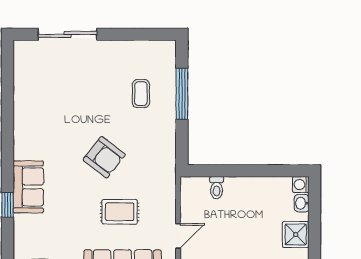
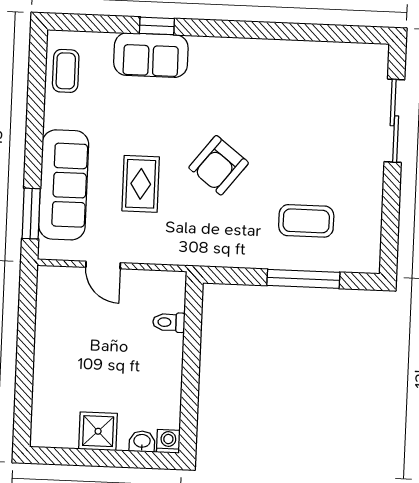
coffee table: (141, 94) -> (306, 221), width x1.36, depth x1.30
sofa: (28, 187) -> (151, 55), moved

